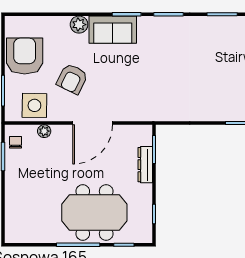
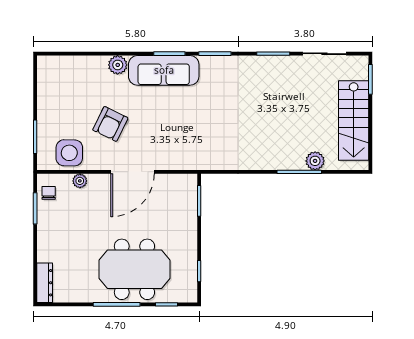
sofa: (113, 30) -> (164, 70), width x1.36
armchair: (25, 56) -> (59, 99), removed
dresser: (145, 165) -> (45, 283), moved, turned 180

